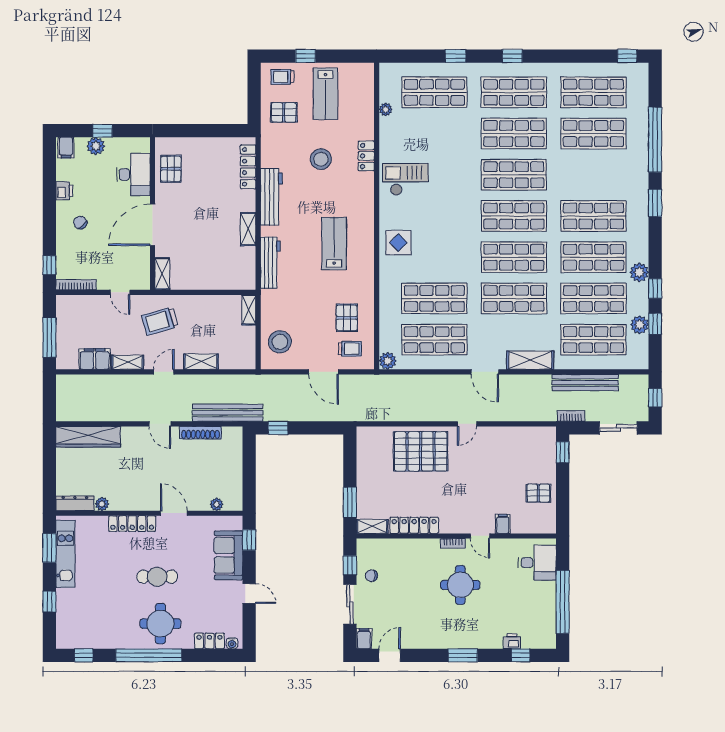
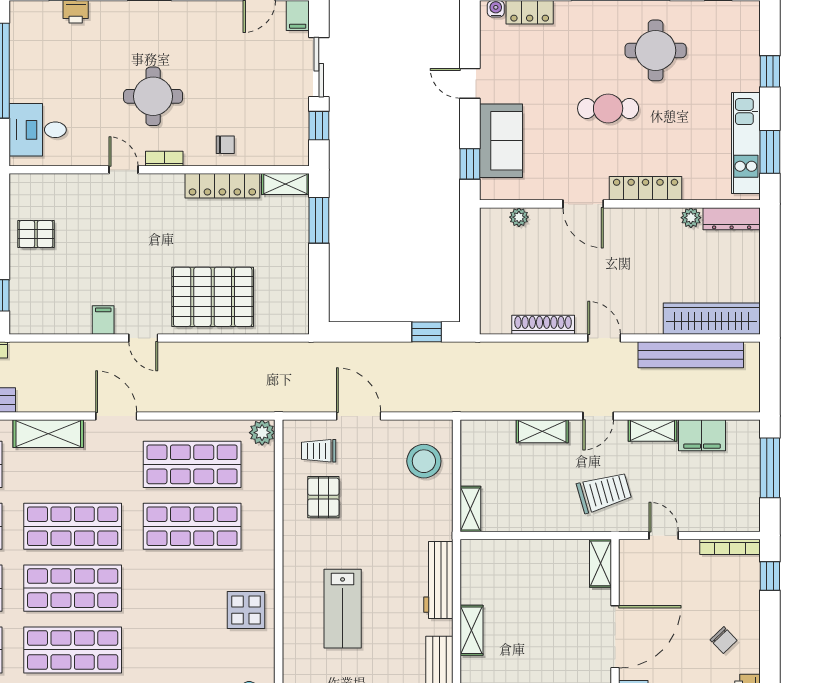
bench: (228, 413) -> (691, 355), moved
door: (467, 424) -> (143, 338), swing flipped
filing cabinet: (503, 524) -> (103, 320), moved, turned 180
chair: (371, 576) -> (225, 145), moved
round table: (160, 624) -> (656, 50), moved

